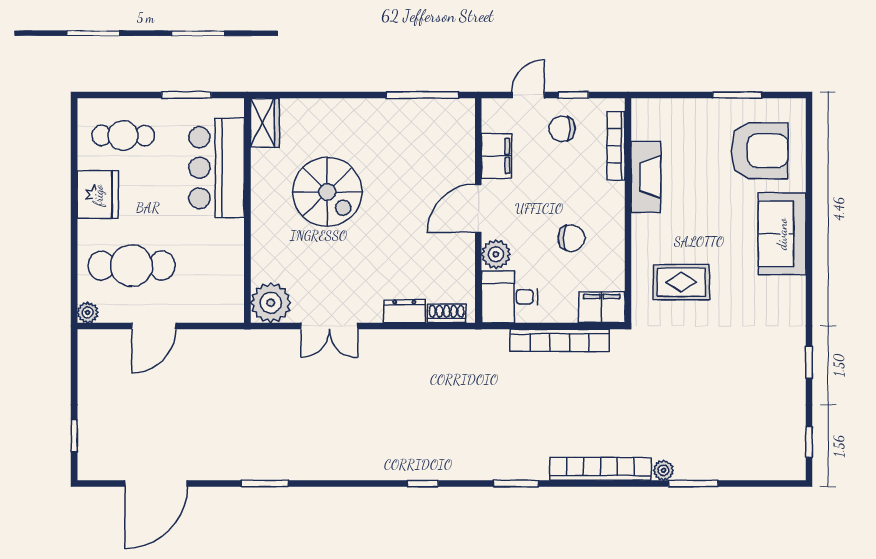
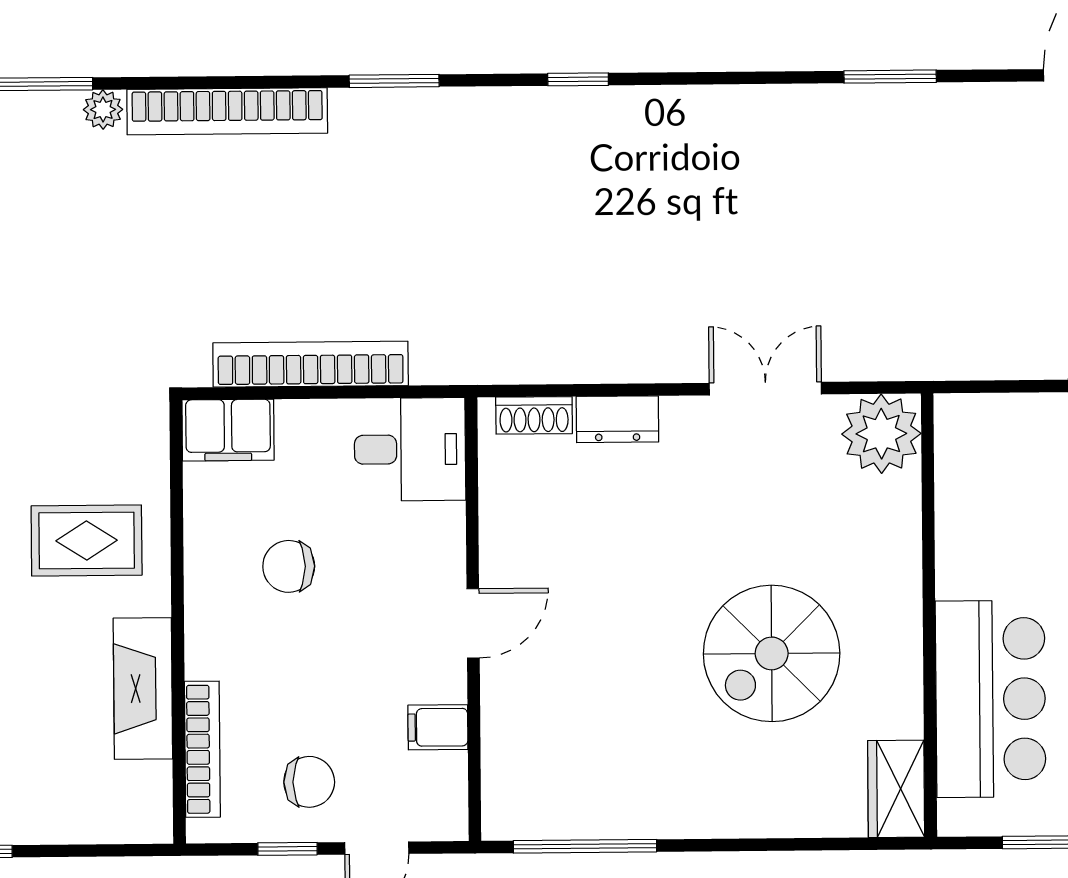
filing cabinet: (497, 156) -> (438, 727), width x0.50
spiral stairs: (327, 192) -> (772, 653), turned -90
door: (478, 208) -> (473, 623), width x0.73
plant: (496, 254) -> (438, 533), removed
rug: (681, 282) -> (87, 541), moved

